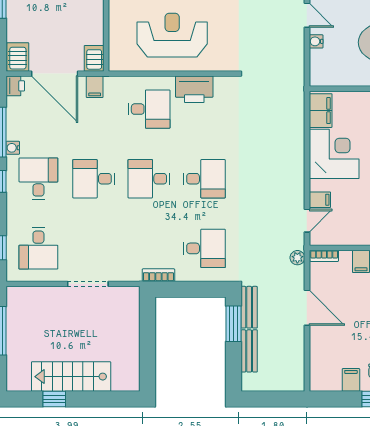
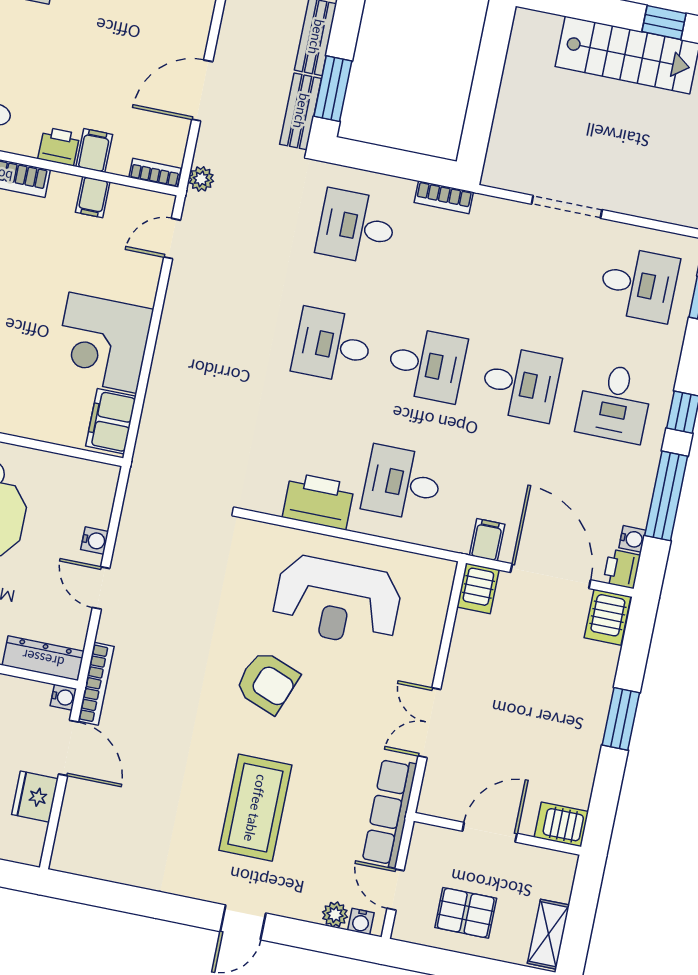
water cooler: (13, 148) -> (632, 539), moved
filing cabinet: (320, 200) -> (93, 197), moved, turned -90
desk: (38, 248) -> (639, 284), turned 90
door: (307, 308) -> (202, 91), hinge flipped

